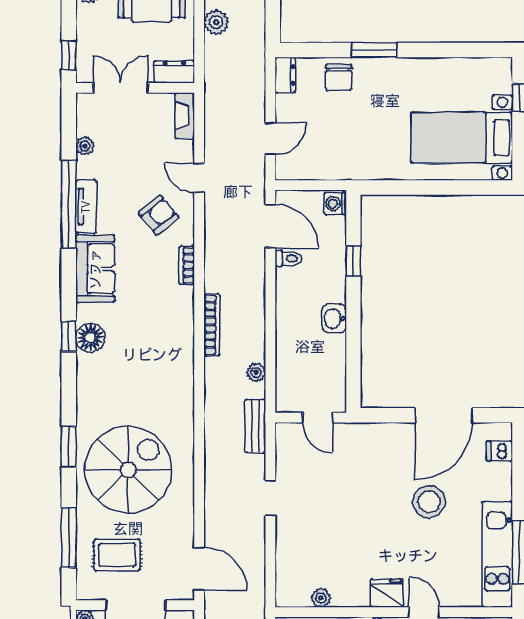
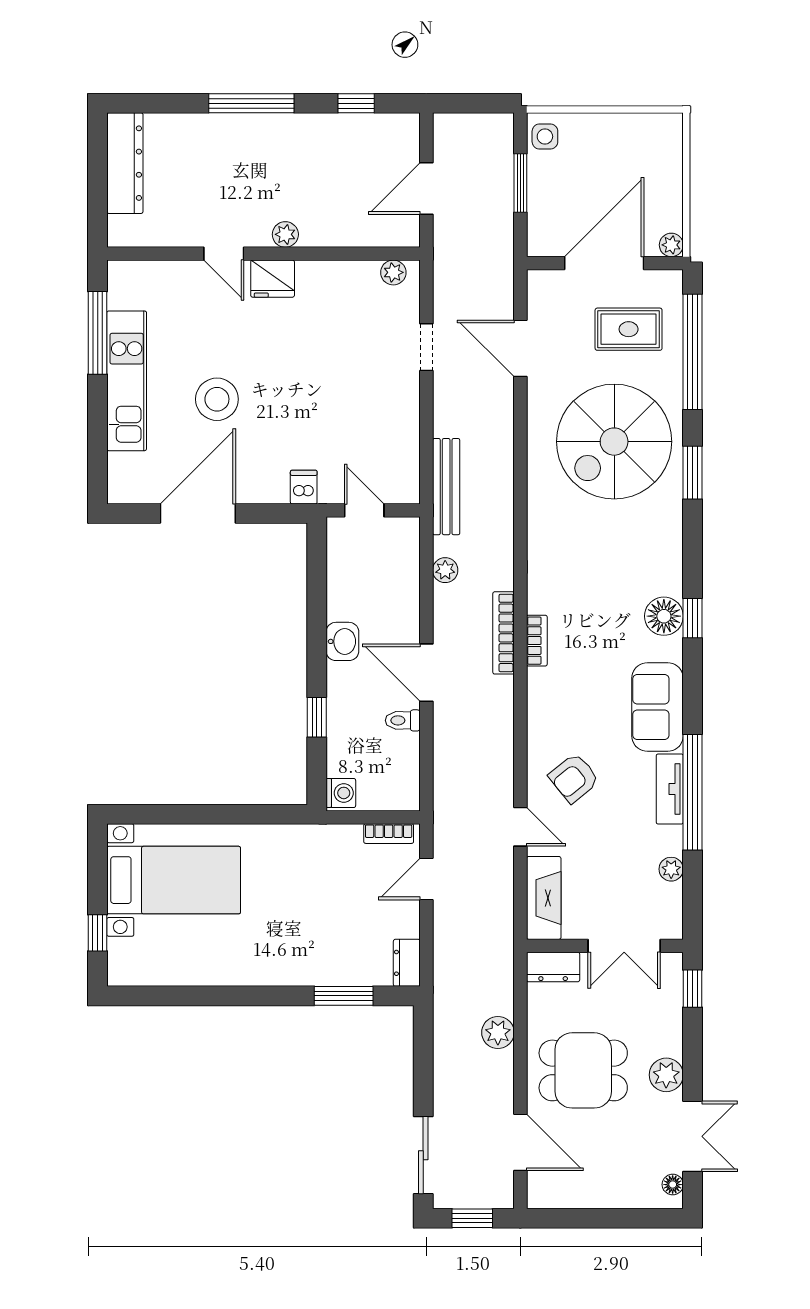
window: (374, 50) -> (344, 996), moved
chair: (339, 77) -> (336, 960), removed
fireplace: (185, 116) -> (544, 898), width x1.37, depth x1.32
bookcase: (299, 173) -> (389, 834), added
door: (270, 226) -> (426, 673), moved
bookcase: (187, 265) -> (537, 641), moved
bench: (255, 426) -> (446, 487), width x1.36
dishwasher: (499, 451) -> (304, 487), moved, turned -90
doorway: (270, 498) -> (426, 347), moved
window: (69, 538) -> (693, 352), width x1.46
kitchen unit: (497, 554) -> (127, 381), moved
door: (199, 569) -> (520, 348), moved
plant: (321, 598) -> (393, 272), moved

